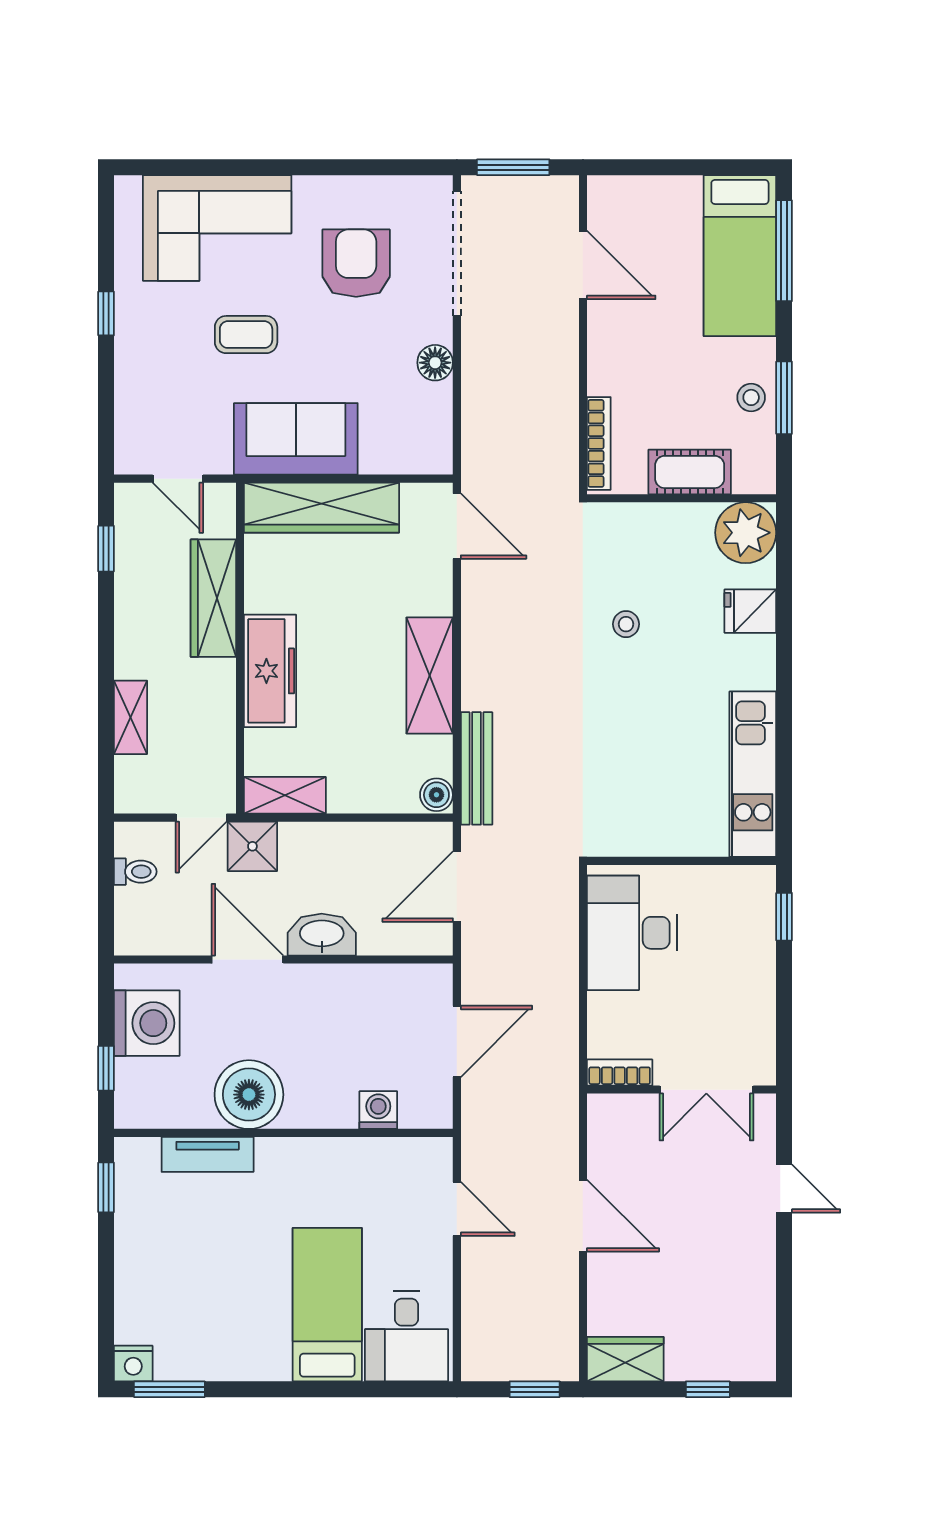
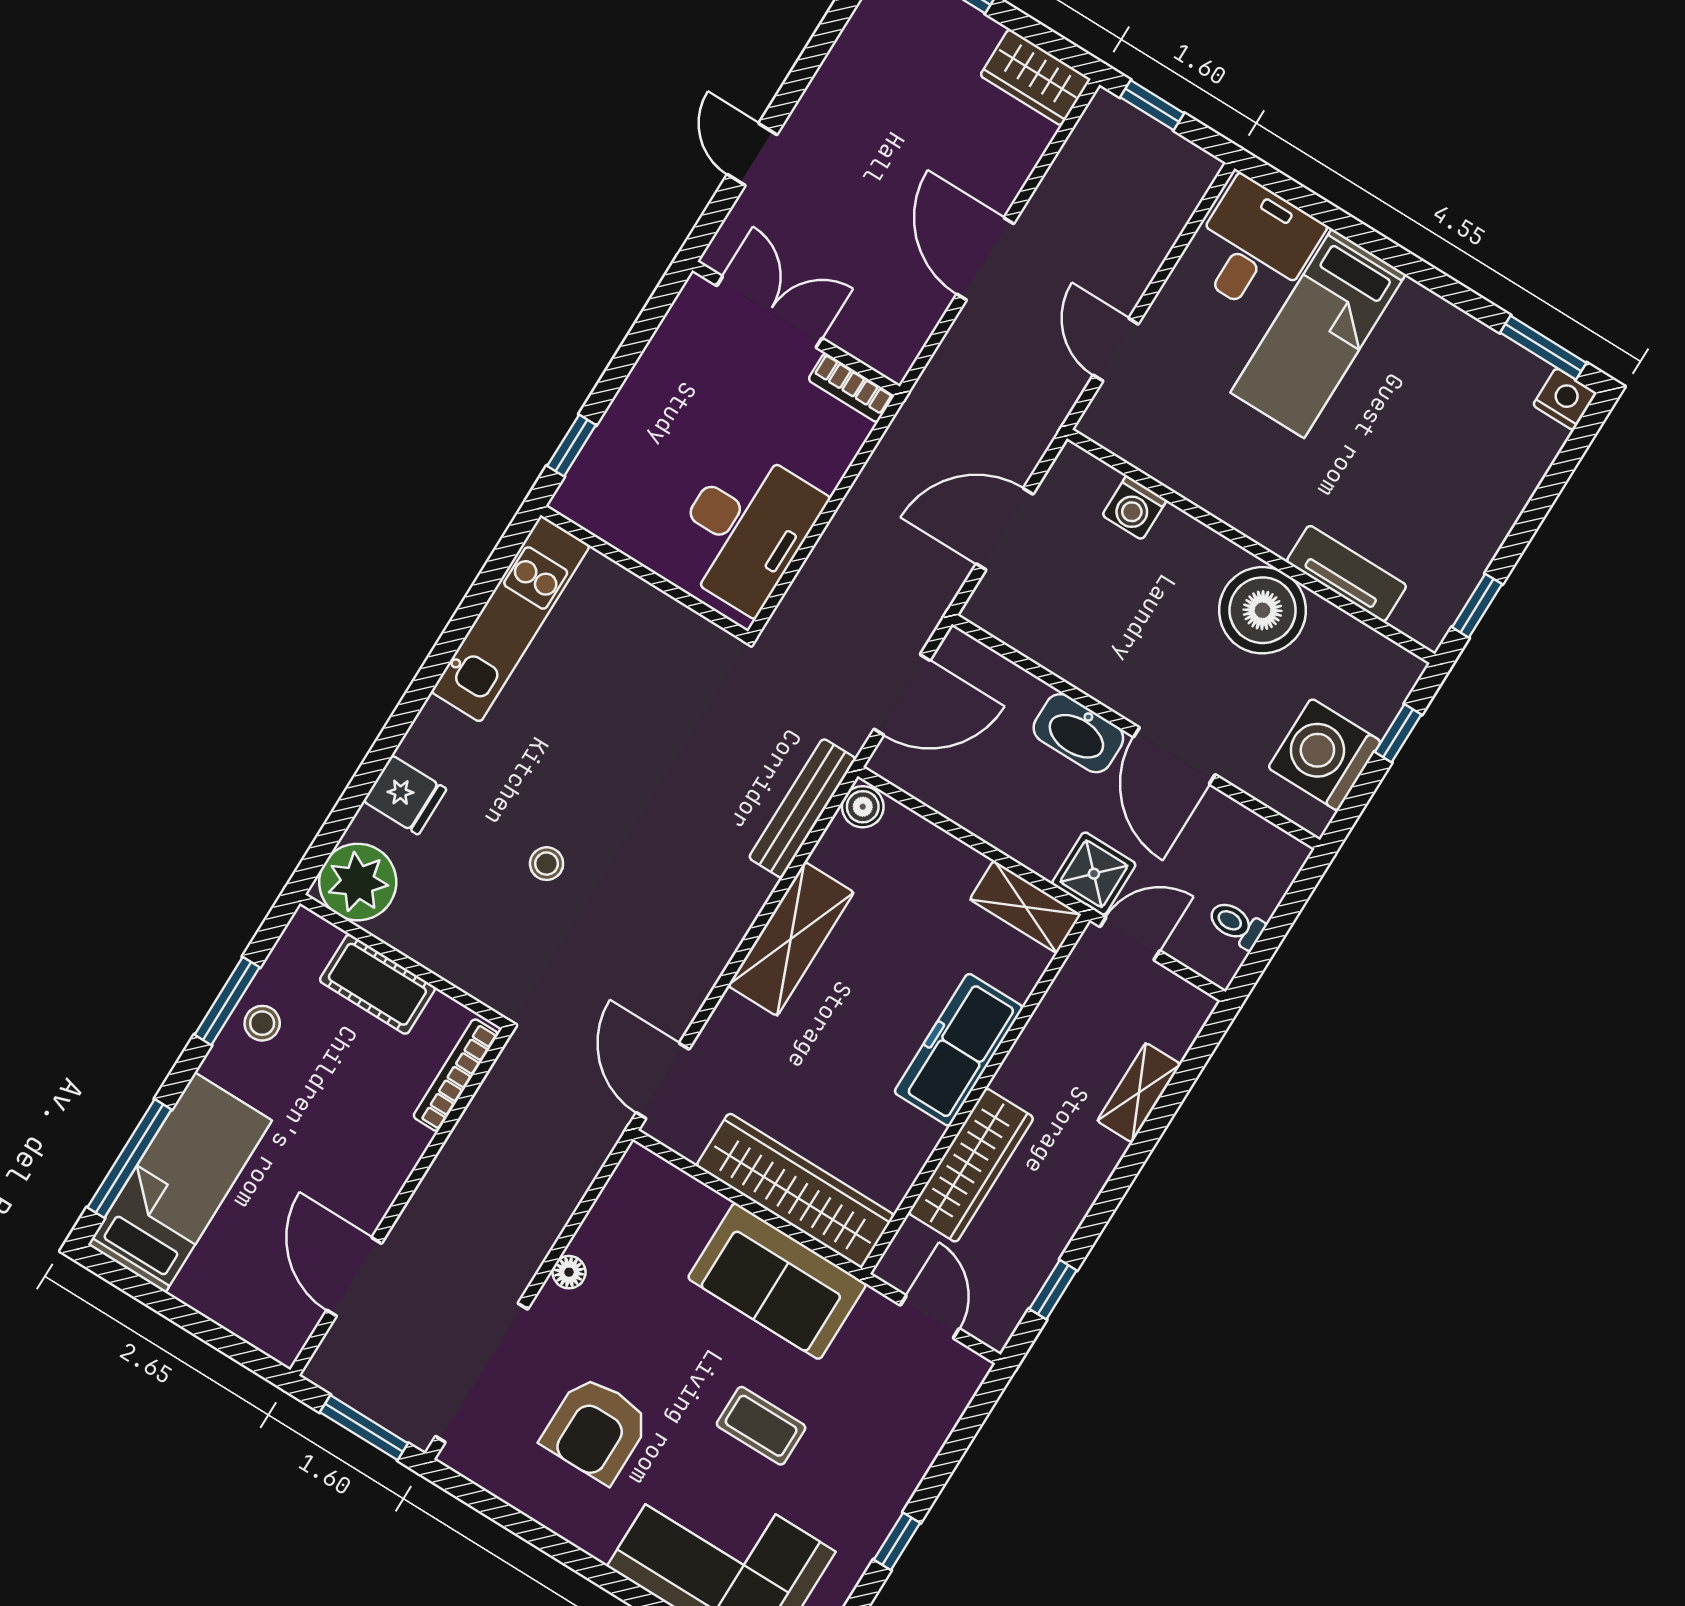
floor lamp: (435, 363) -> (569, 1272), width x0.73, depth x0.73

